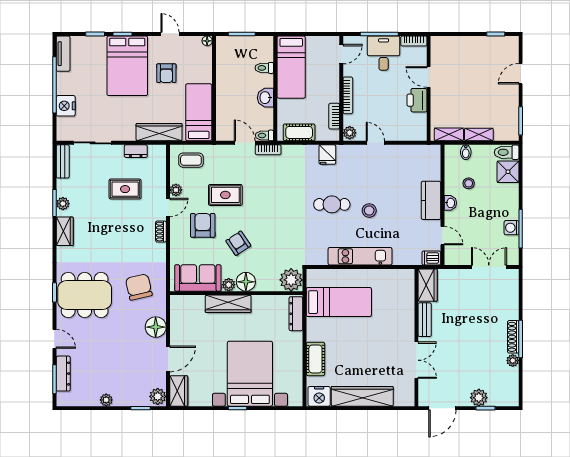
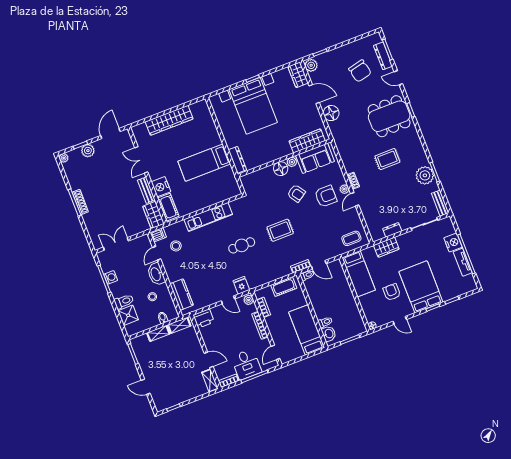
shelving: (437, 50) -> (210, 381), added
tv unit: (63, 54) -> (463, 262), moved
door: (521, 74) -> (146, 387), swing flipped
washbasin: (265, 98) -> (329, 334), moved
printer: (417, 100) -> (204, 318), moved, turned 90
wardrobe: (159, 132) -> (386, 247), width x0.67
toilet: (507, 152) -> (124, 301), moved
fridge: (327, 155) -> (241, 285), moved
rug: (125, 189) -> (387, 159), moved
plant: (176, 190) -> (344, 189), moved
rug: (225, 195) -> (280, 230), moved
kitchen counter: (431, 200) -> (182, 295), moved
washbasin: (450, 203) -> (156, 274), width x1.91, depth x1.45
plant: (63, 204) -> (425, 175), width x1.87, depth x1.87
stool: (369, 211) -> (176, 246), moved
armchair: (203, 225) -> (326, 196), turned -90
wardrobe: (65, 231) -> (420, 155), removed
door: (442, 236) -> (157, 253), hinge flipped
double door: (489, 267) -> (116, 244), swing flipped
plant: (291, 280) -> (250, 182), removed
chair: (139, 287) -> (360, 71), moved
bed: (339, 302) -> (204, 163), moved
wardrobe: (228, 304) -> (307, 141), moved
door: (168, 359) -> (314, 94), swing flipped
cot: (315, 359) -> (168, 207), moved
plant: (513, 361) -> (64, 158), moved
nightstand: (319, 396) -> (161, 187), moved, turned -90
plant: (106, 400) -> (346, 49), removed

